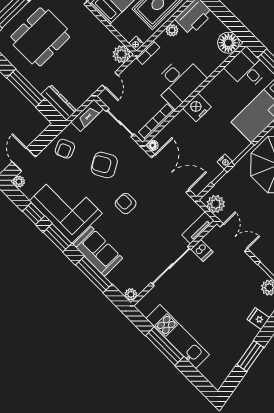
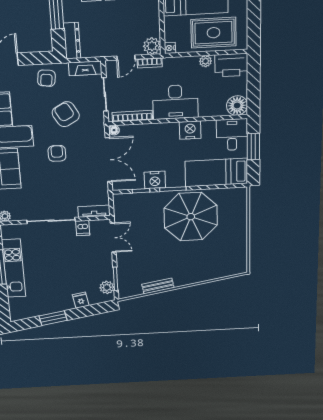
bookcase: (148, 52) -> (150, 63), moved
nightstand: (197, 108) -> (190, 130), moved
armchair: (65, 149) -> (46, 78), turned -59
nightstand: (225, 162) -> (155, 180), width x1.89, depth x1.79
plant: (216, 204) -> (122, 206), removed

